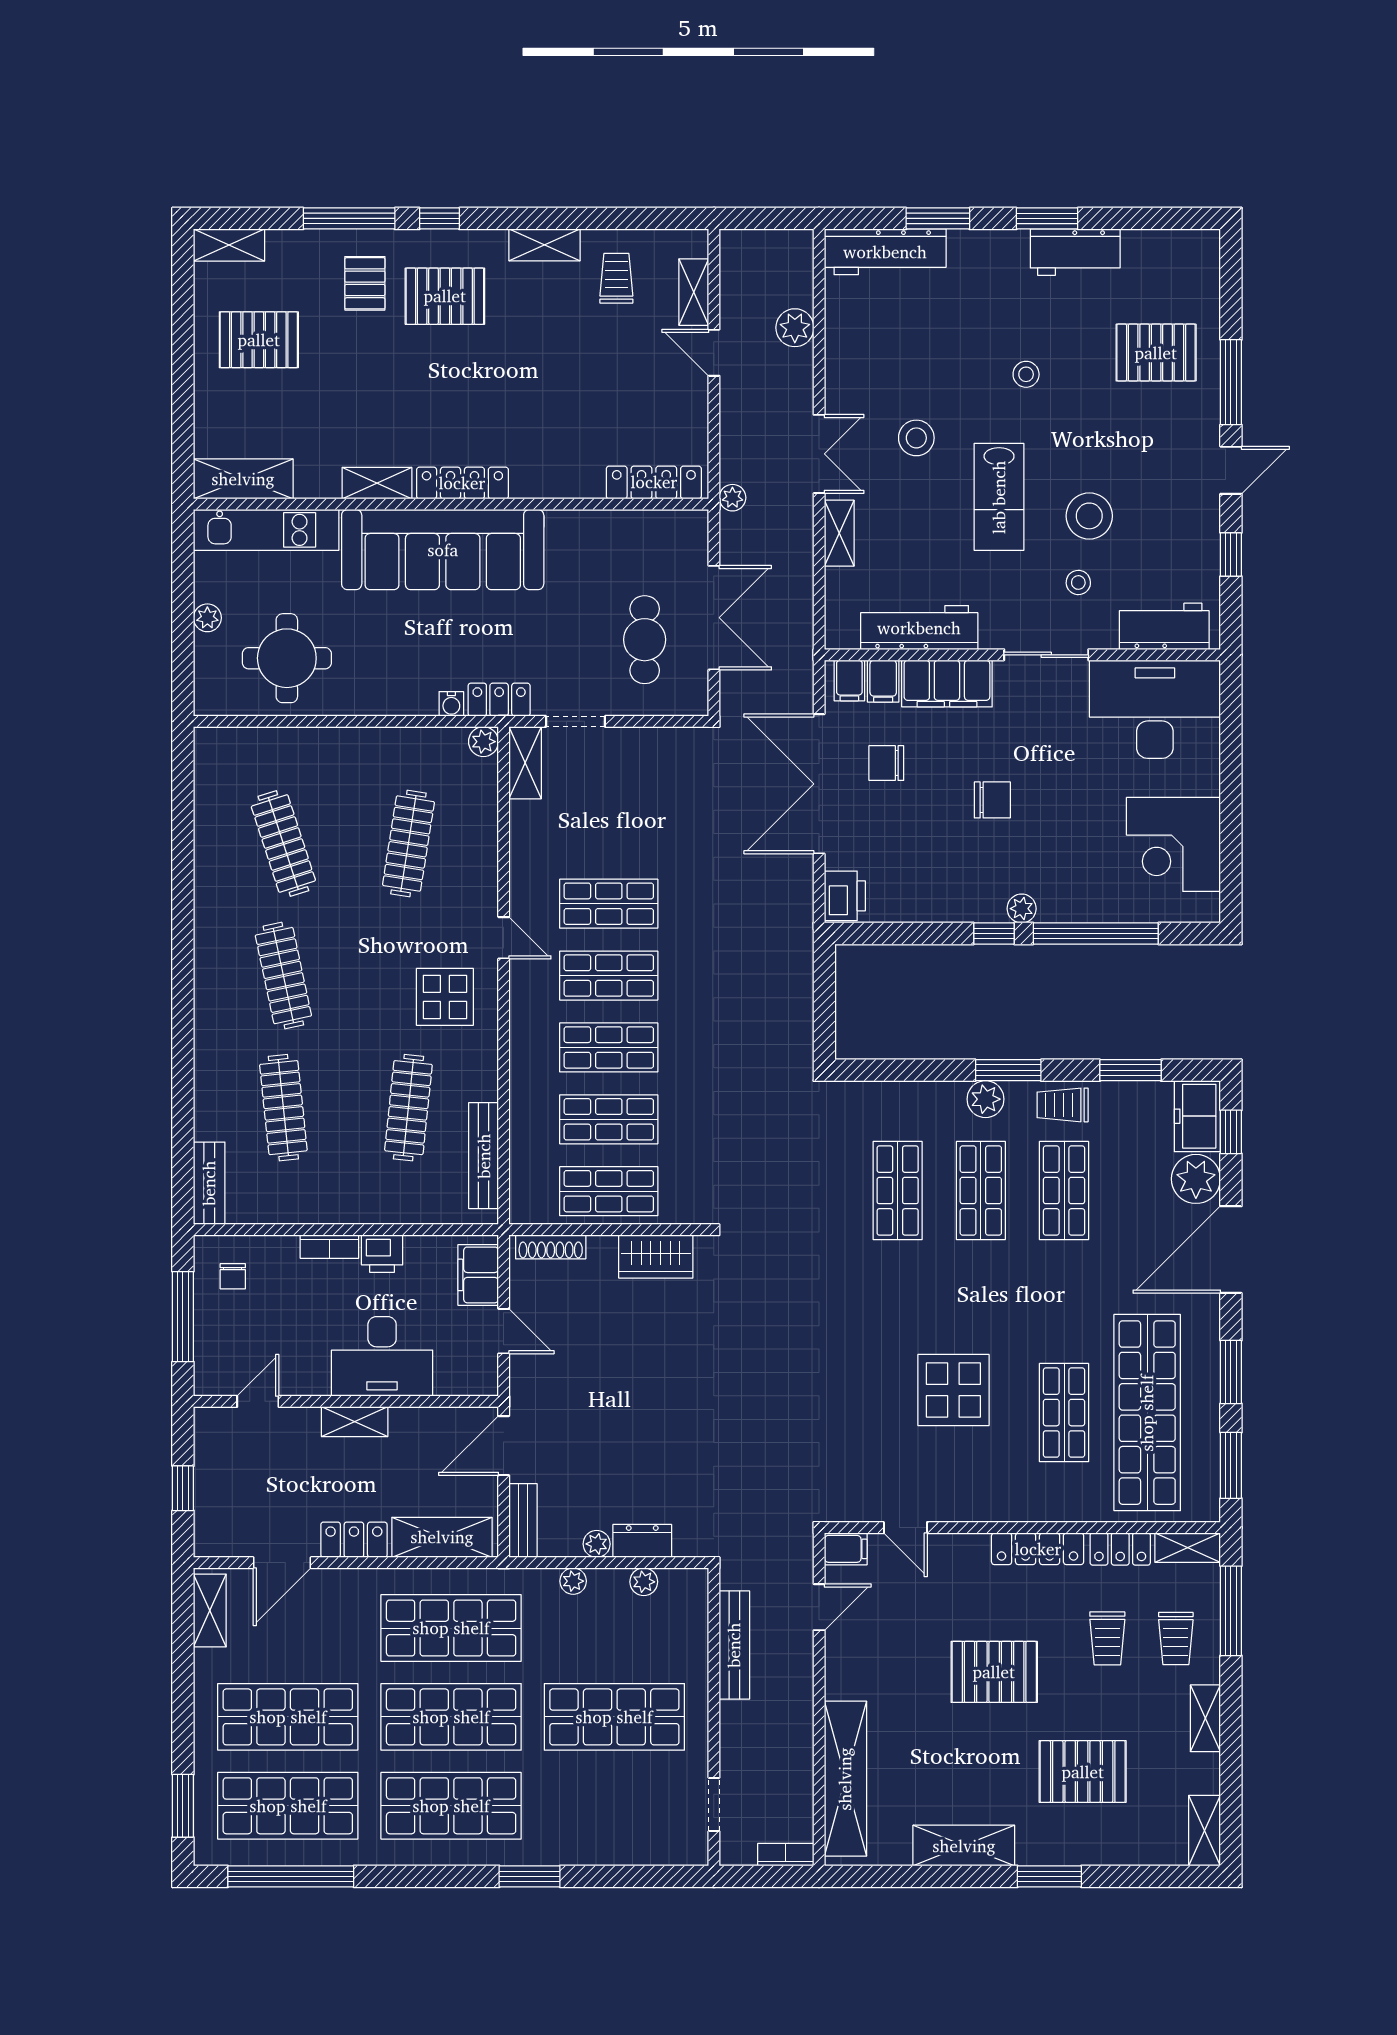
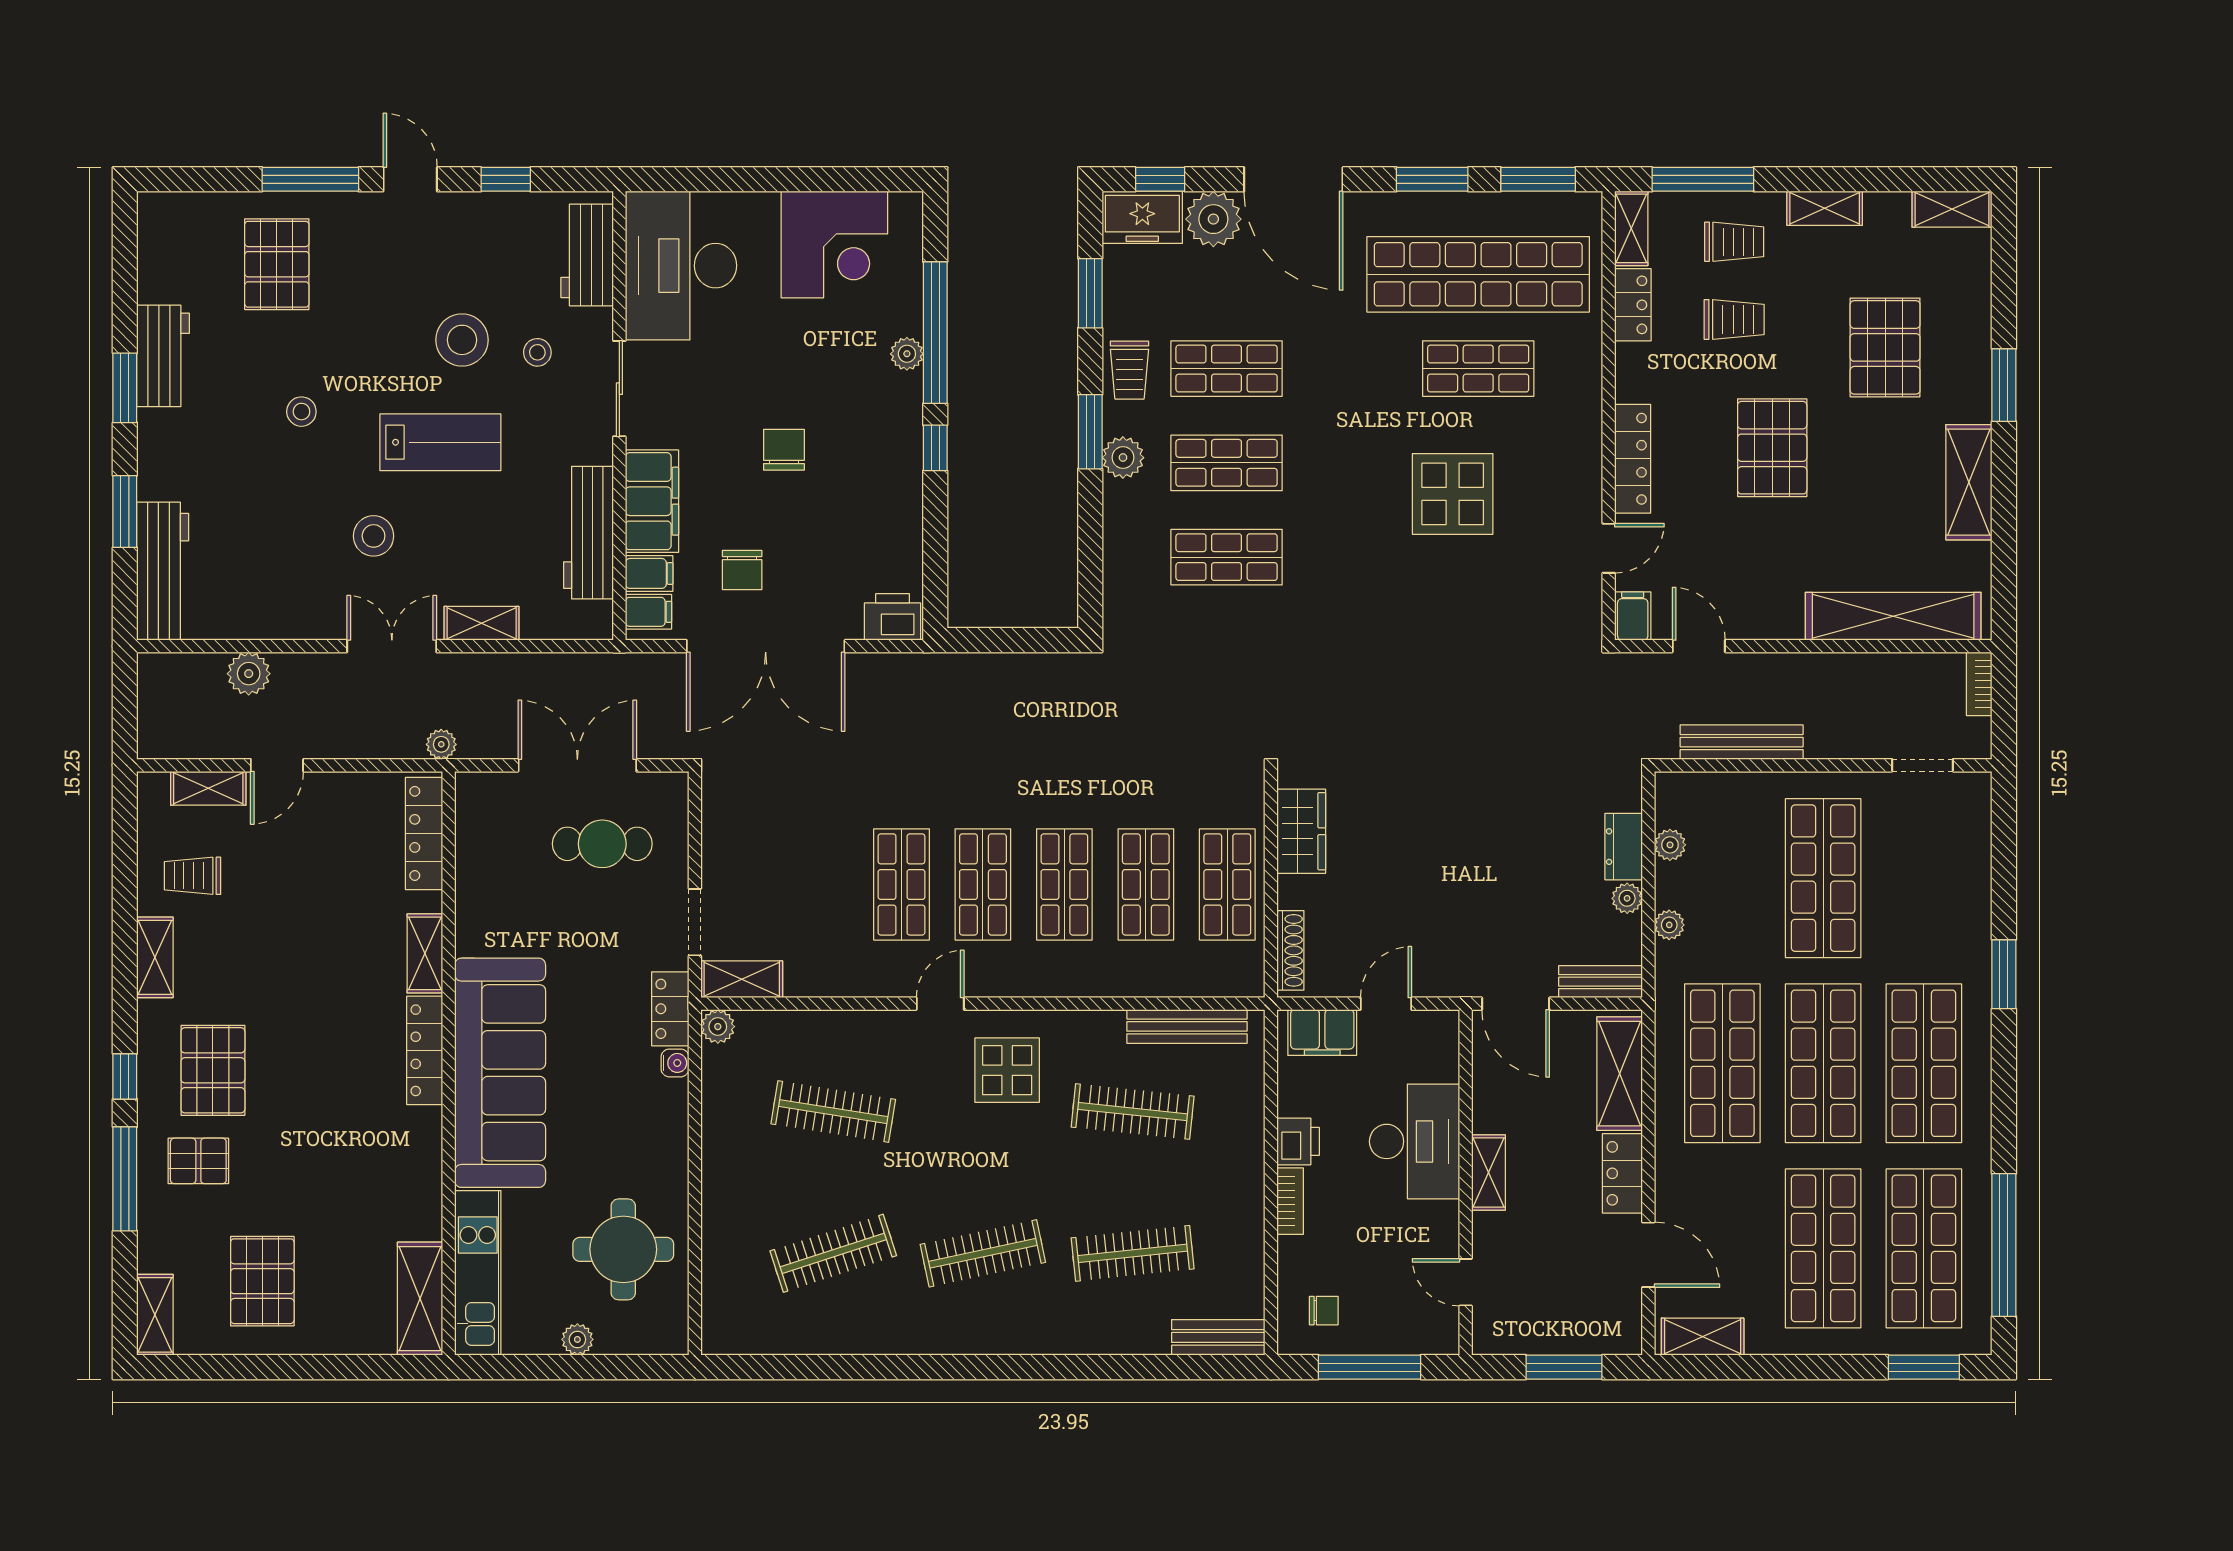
shelving: (377, 483) -> (425, 953), moved
plant: (1022, 909) -> (907, 354), moved
window: (183, 1488) -> (1564, 1367), width x1.50
locker: (1038, 1549) -> (1633, 459), moved

